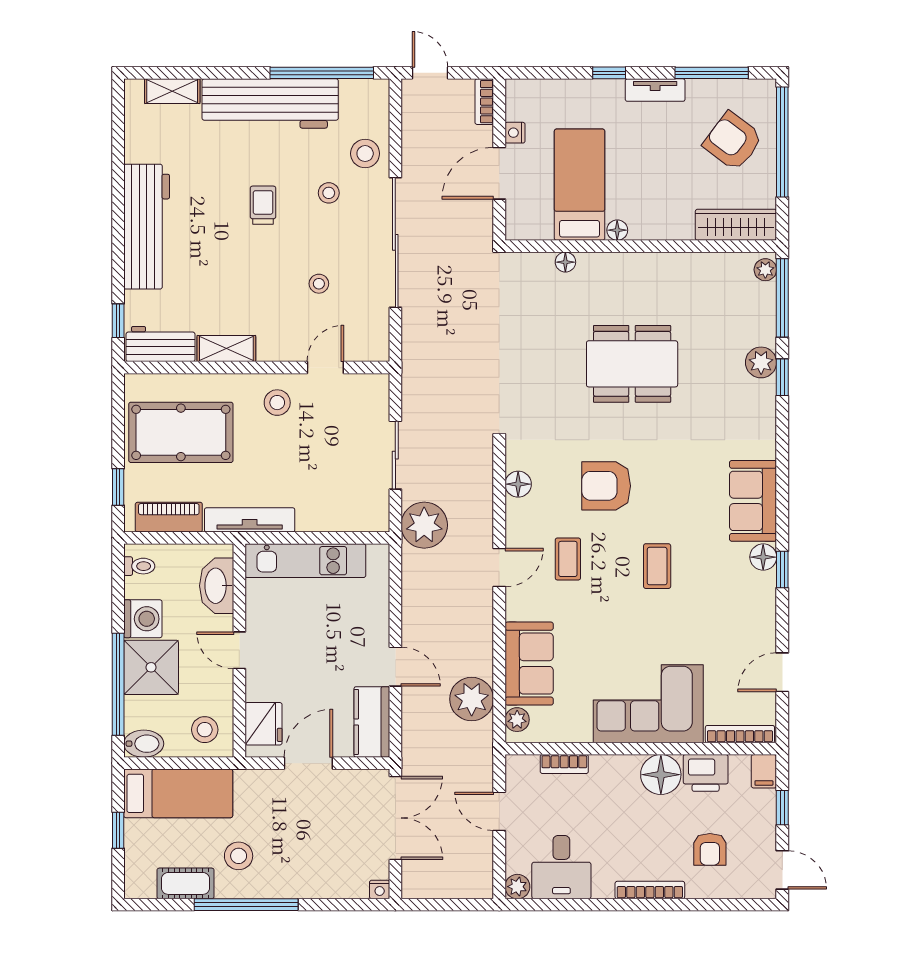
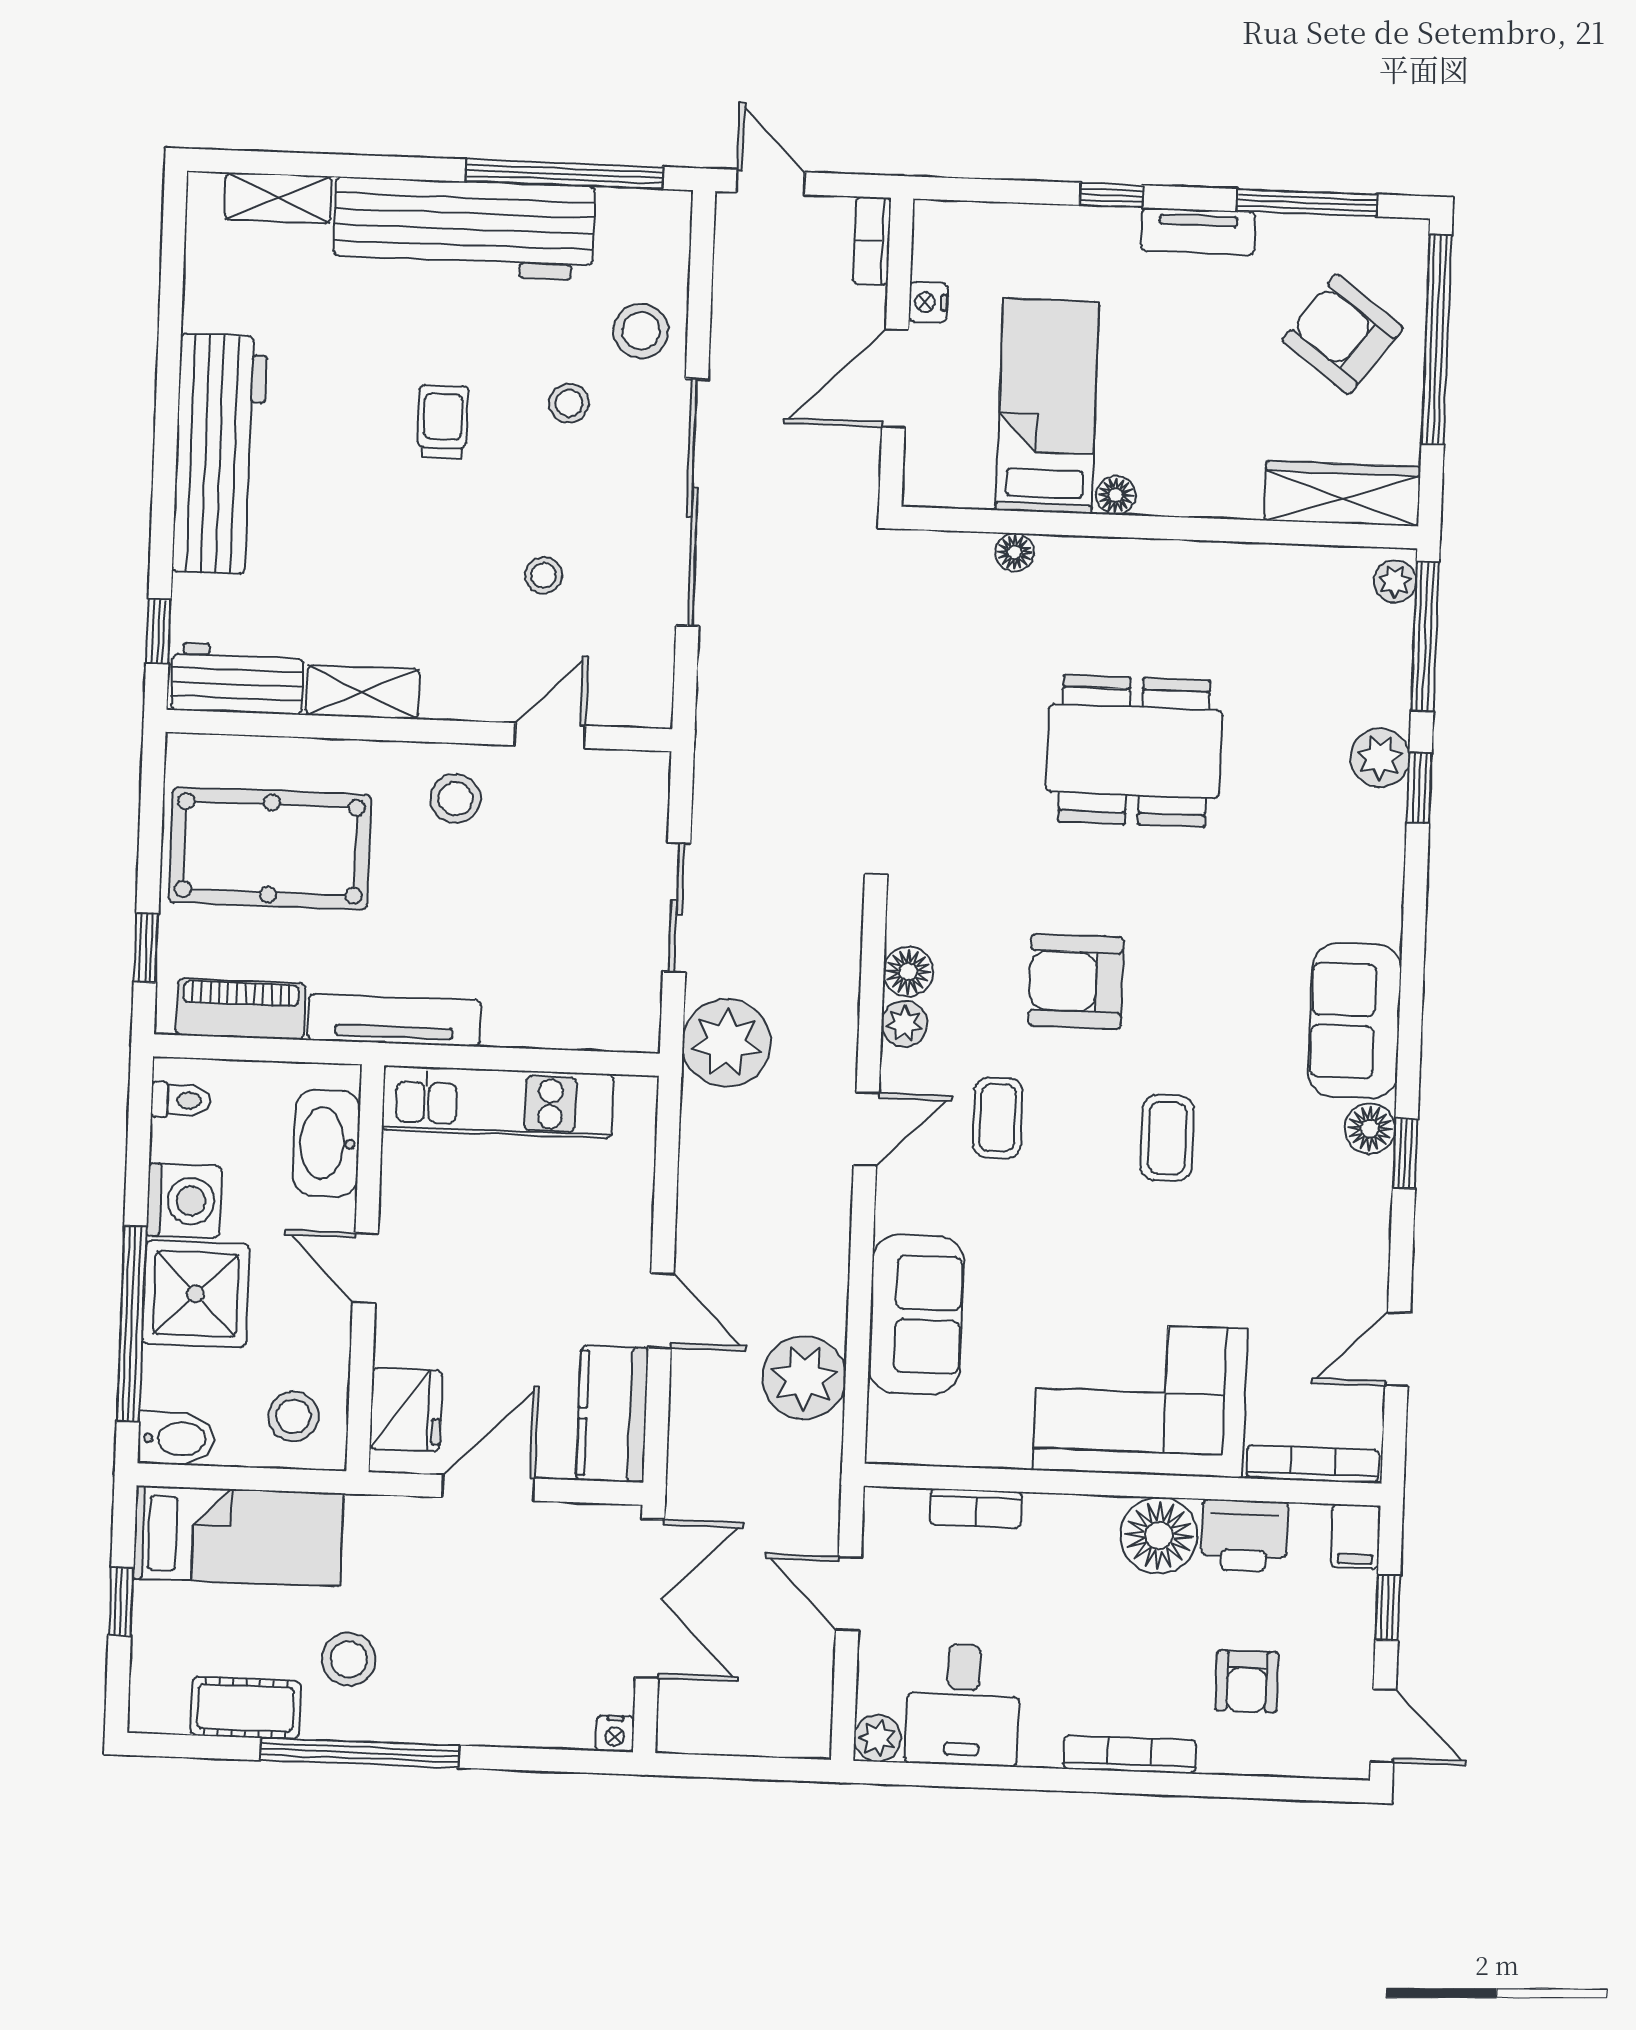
plant: (517, 720) -> (904, 1024), moved

